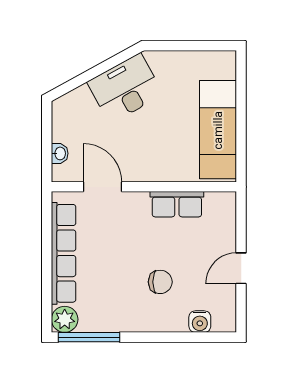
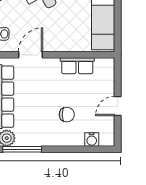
door: (102, 187) -> (30, 55), hinge flipped

